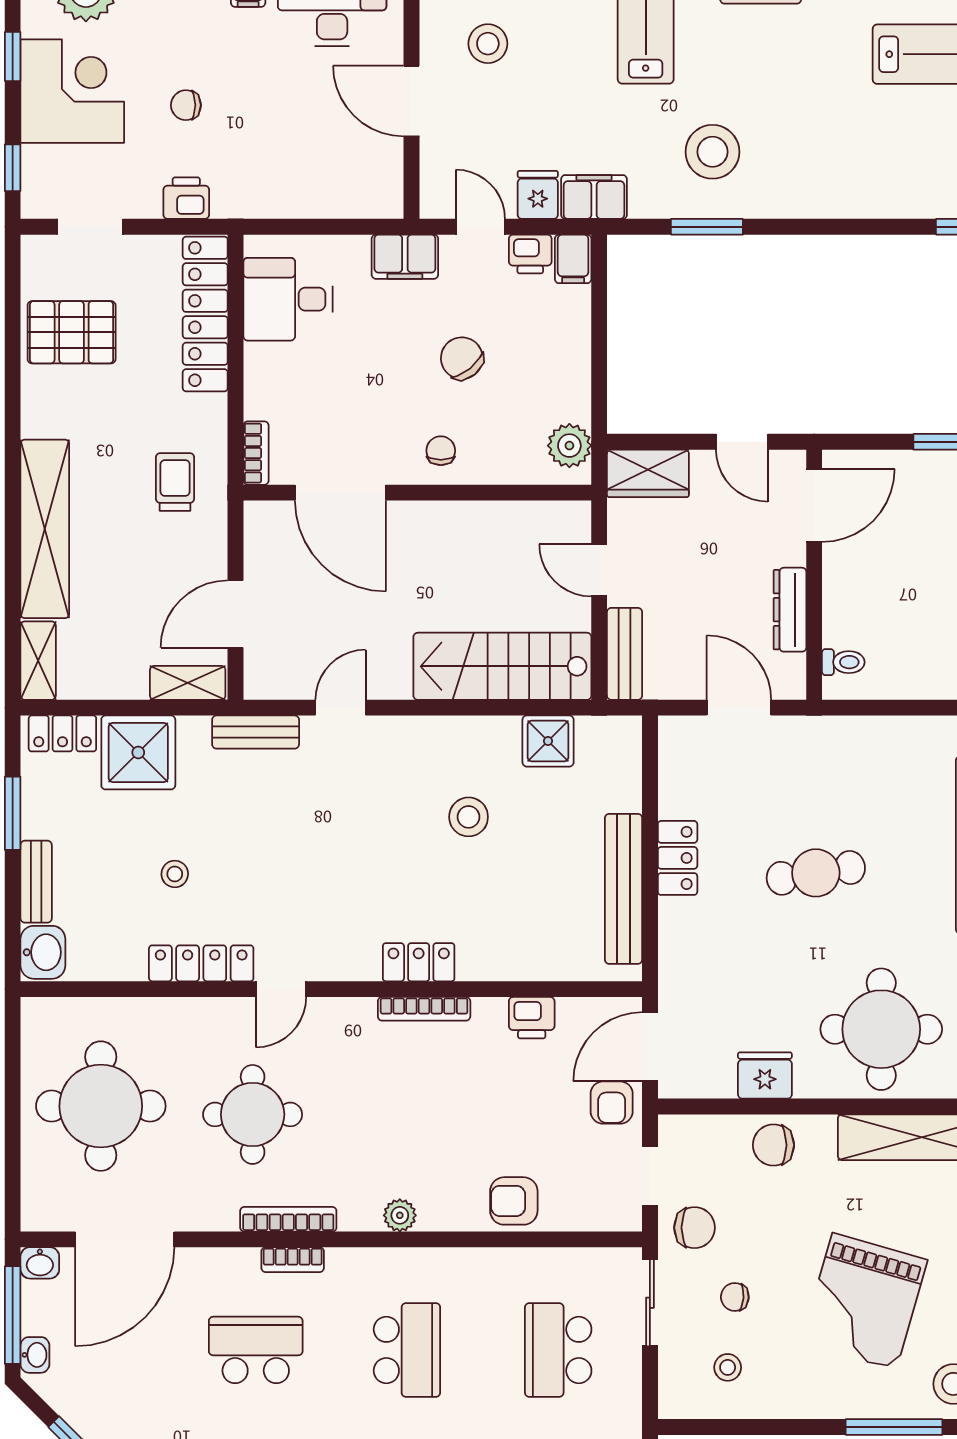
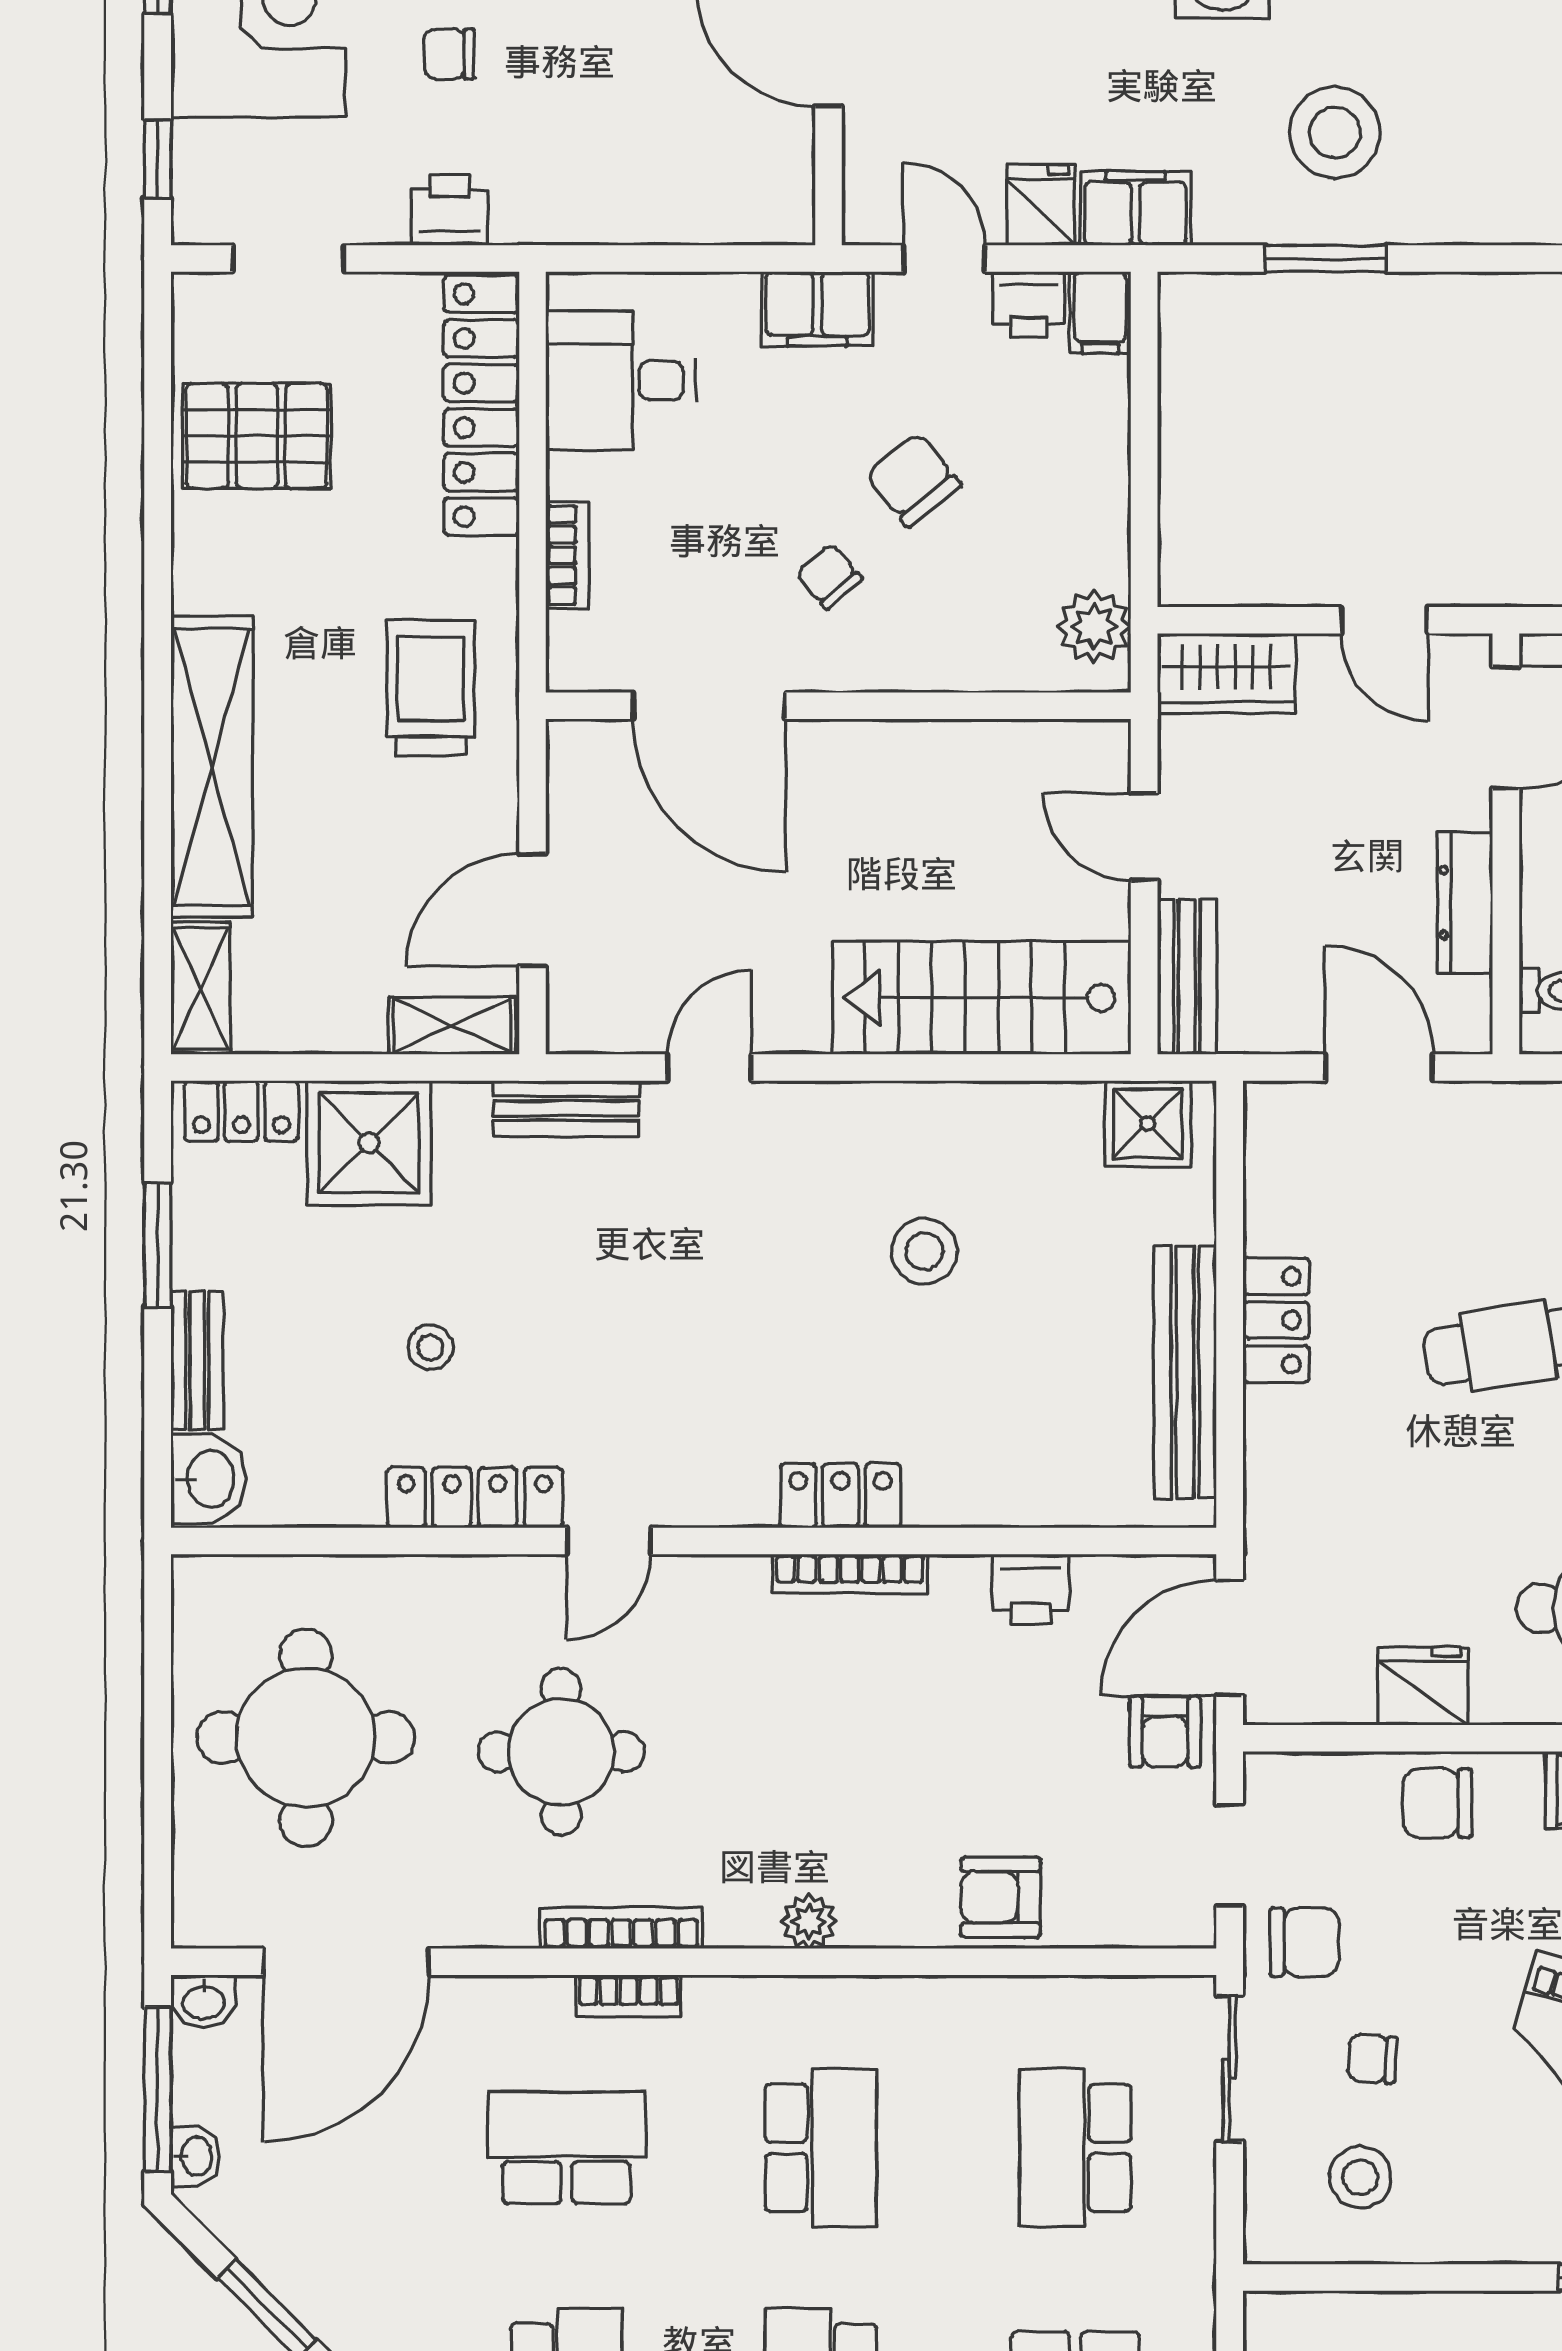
chair: (441, 451) -> (829, 576), moved, turned -41
bookcase: (256, 453) -> (567, 555), moved
trolley: (175, 482) -> (431, 688), width x1.36, depth x1.39
shower: (548, 741) -> (1148, 1124), moved
stool: (728, 1367) -> (1360, 2177), width x1.37, depth x1.37

